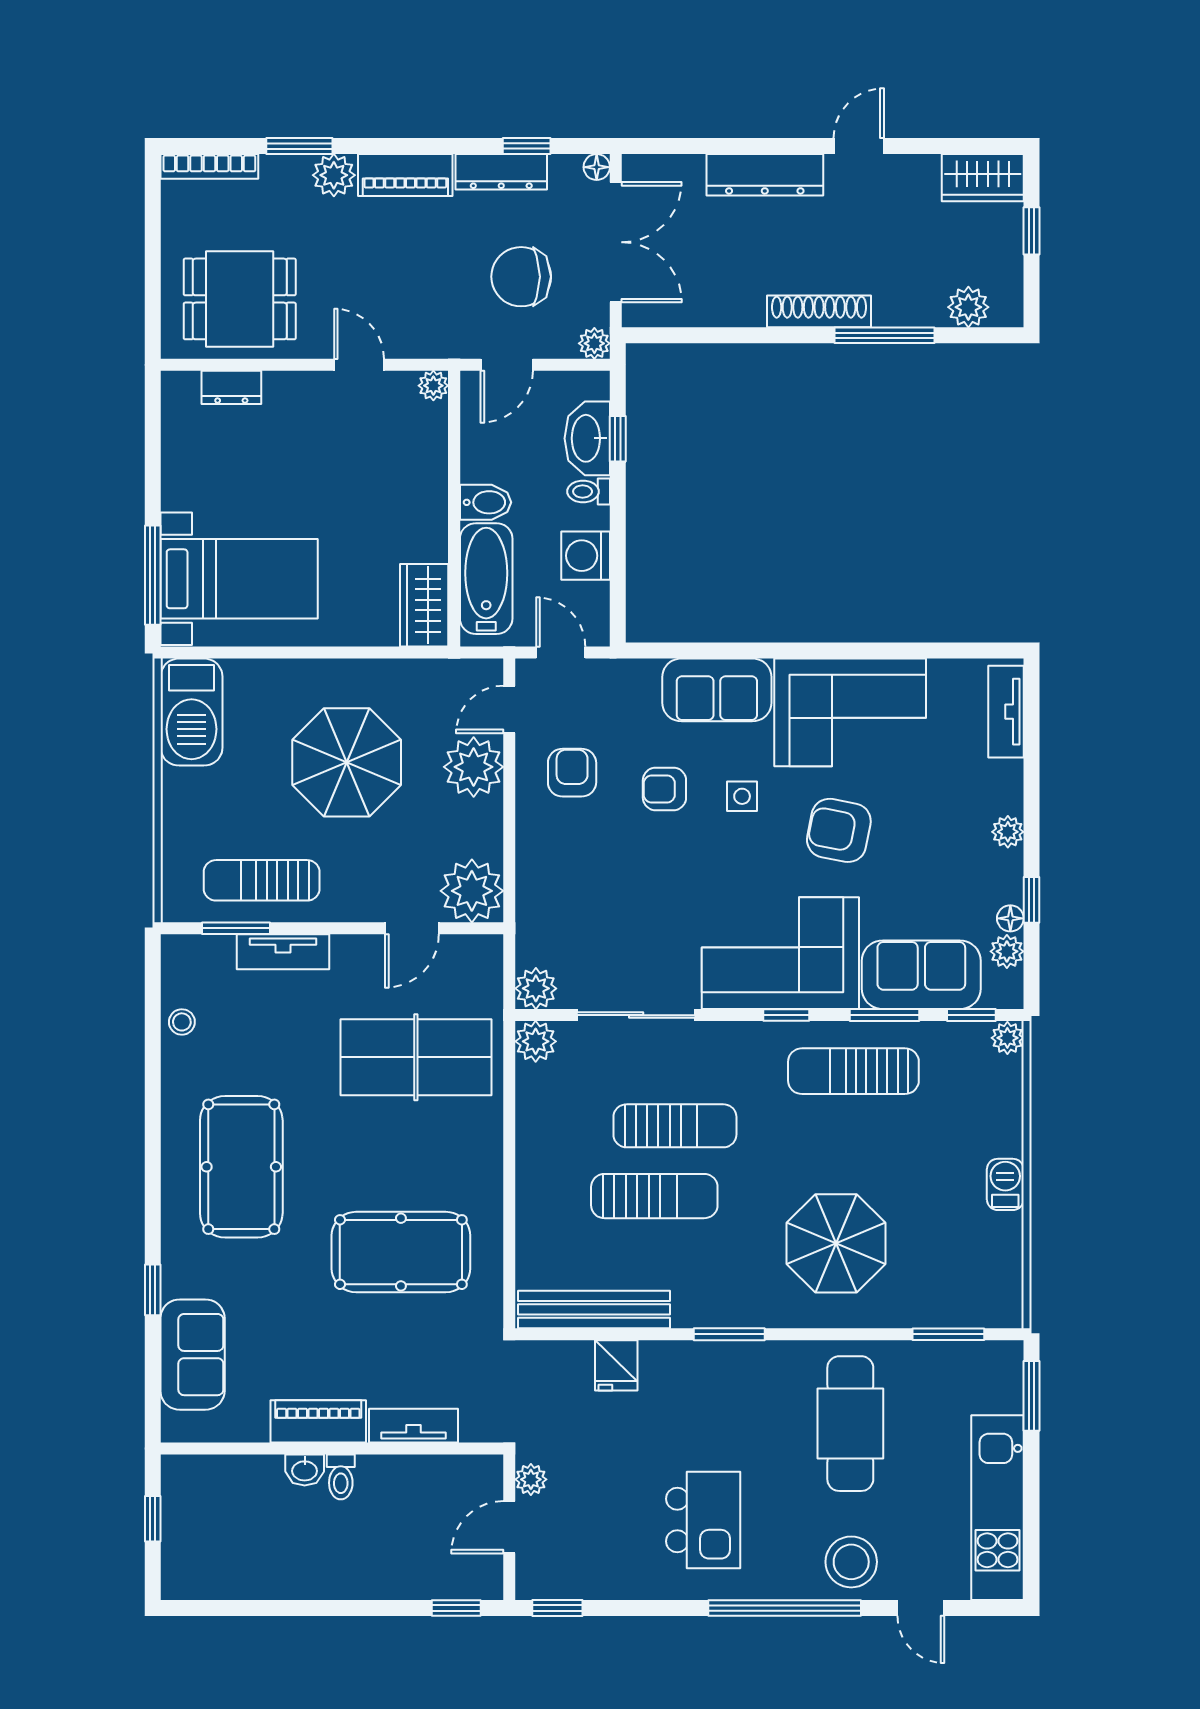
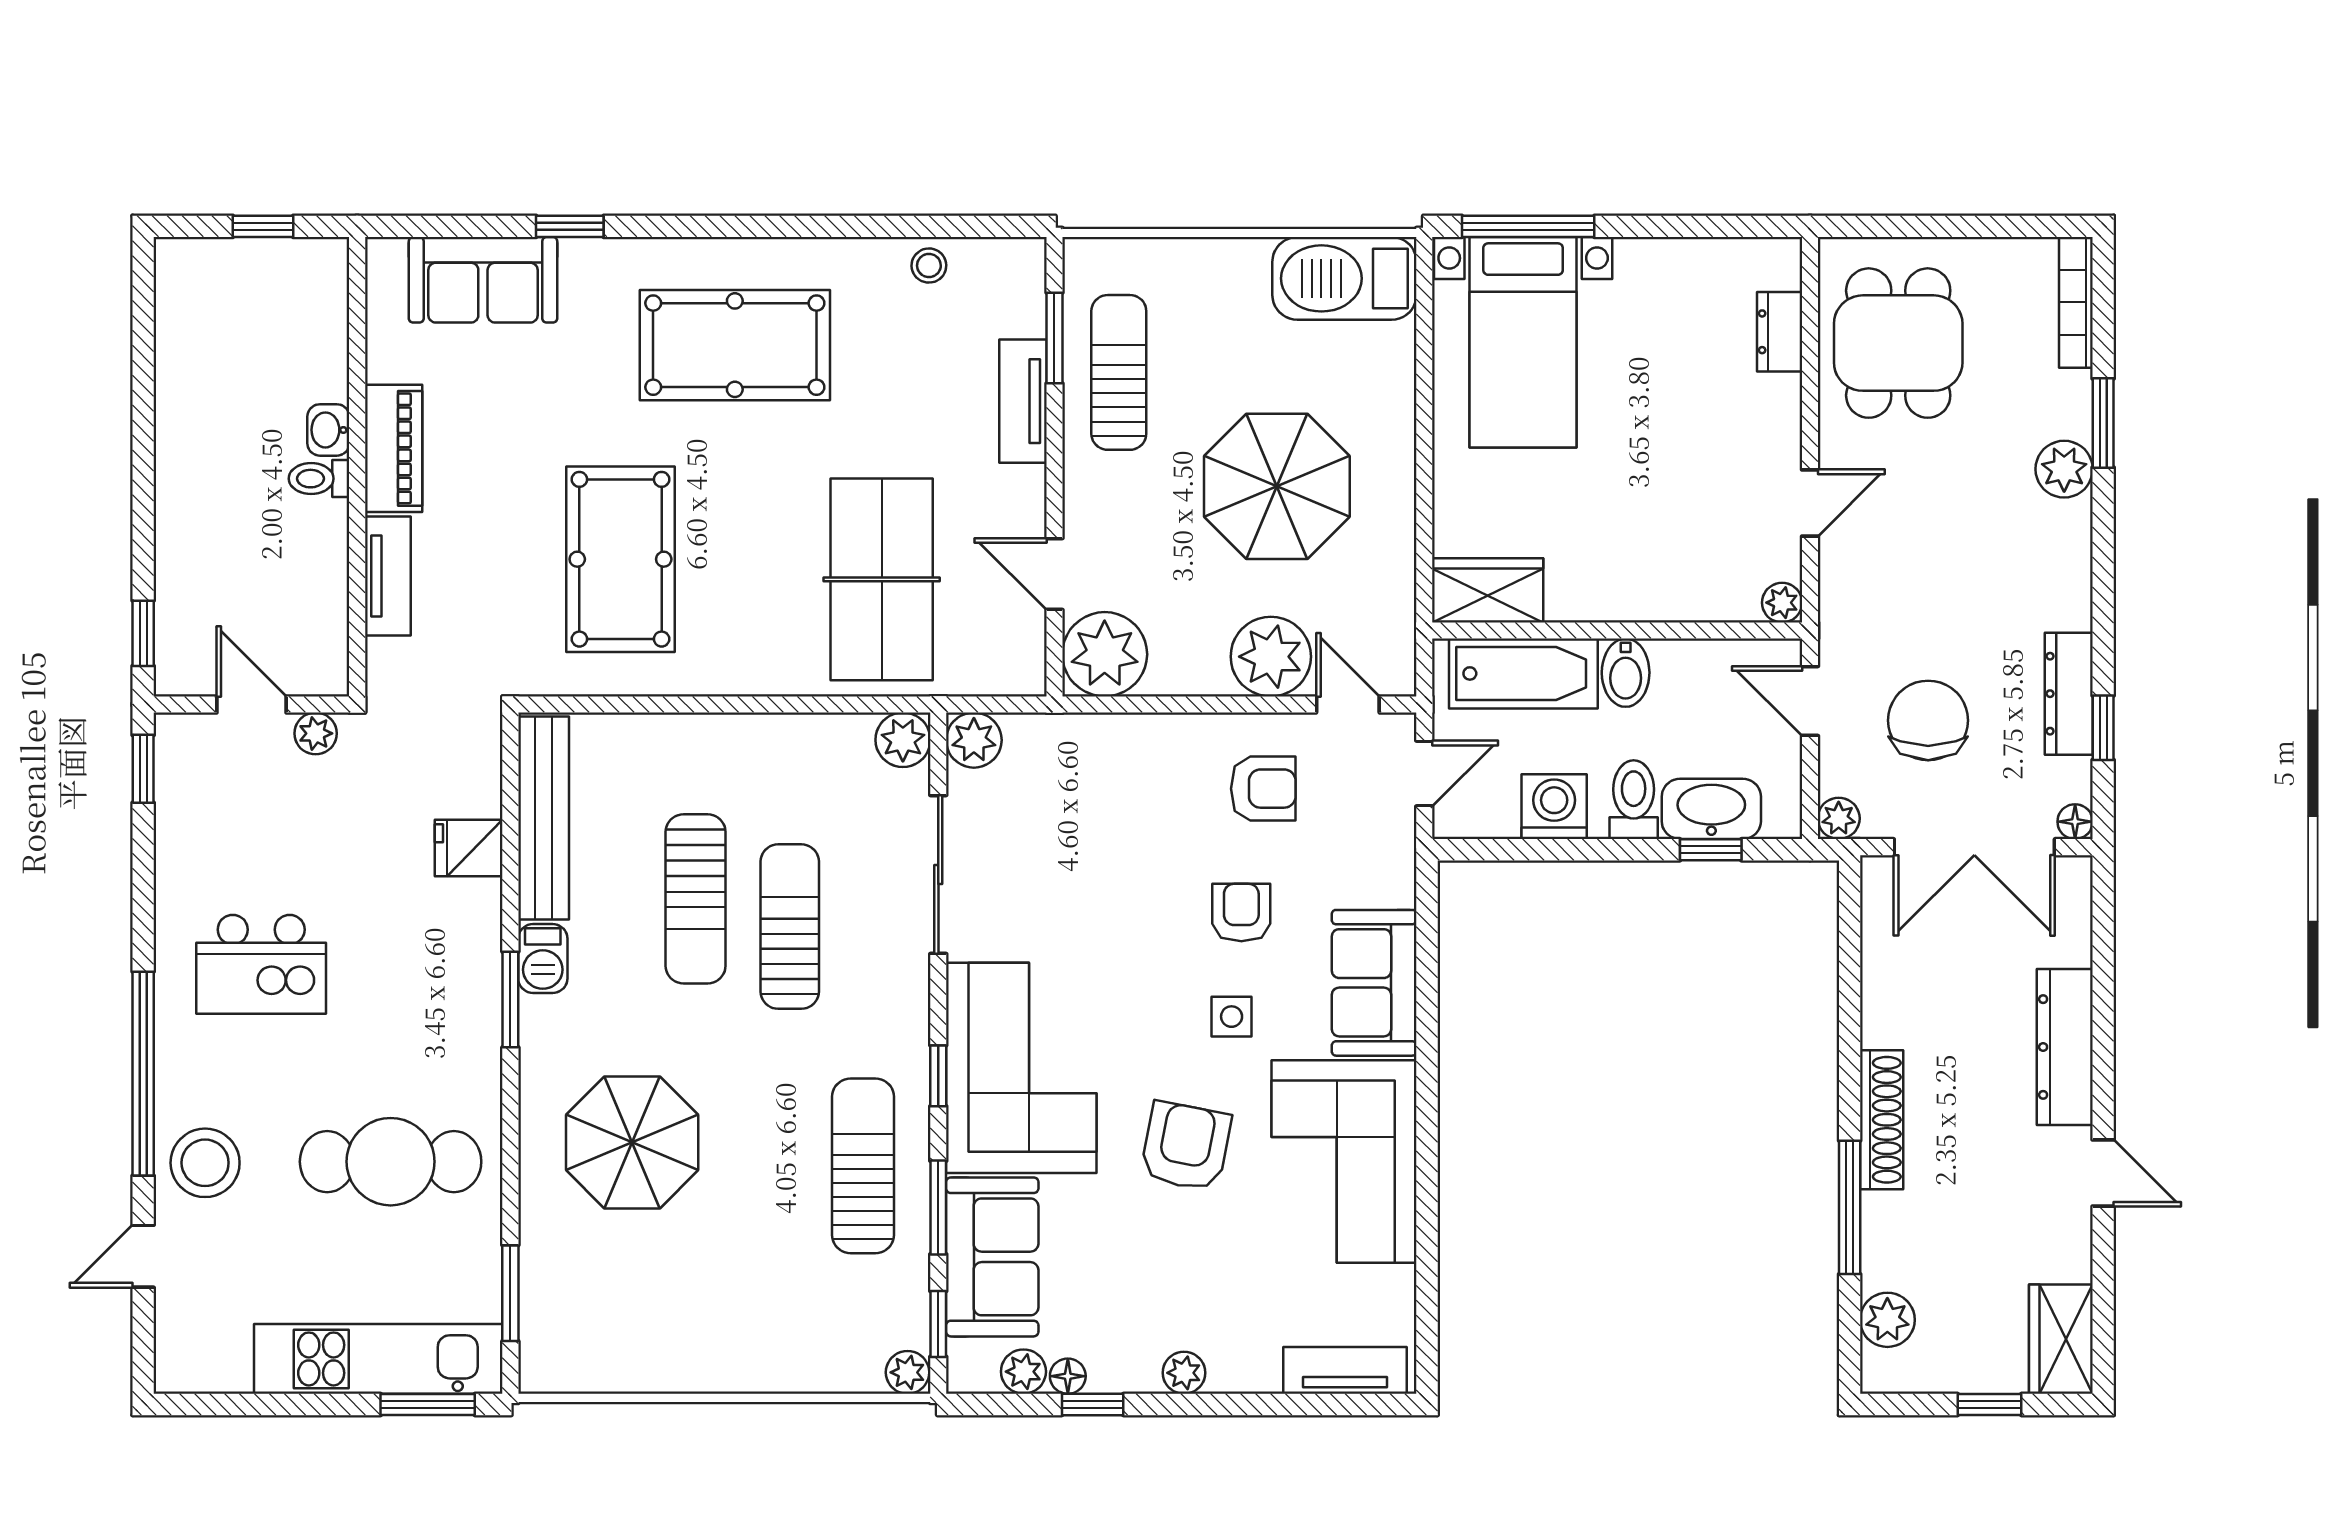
piano: (405, 175) -> (2064, 565), removed
toilet: (589, 491) -> (1634, 800), width x1.37, depth x1.39
sun lounger: (675, 1126) -> (790, 927), turned 180
barbecue: (1005, 1184) -> (543, 959), moved, turned 90
kitchen unit: (997, 1508) -> (378, 1359), moved

